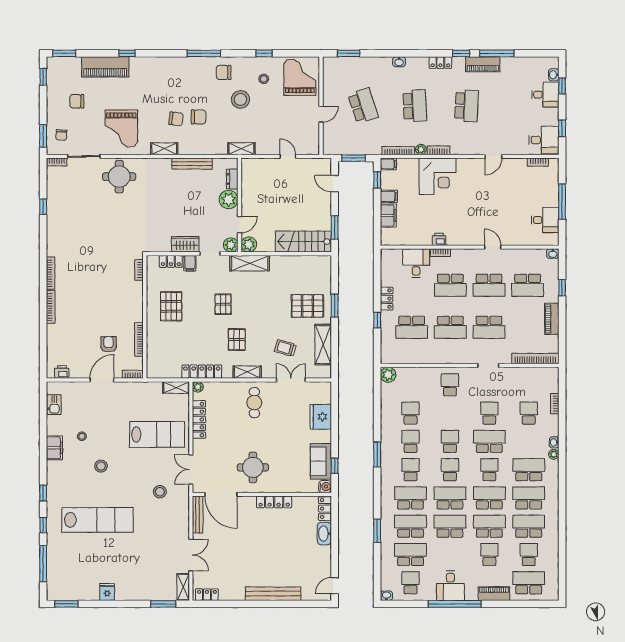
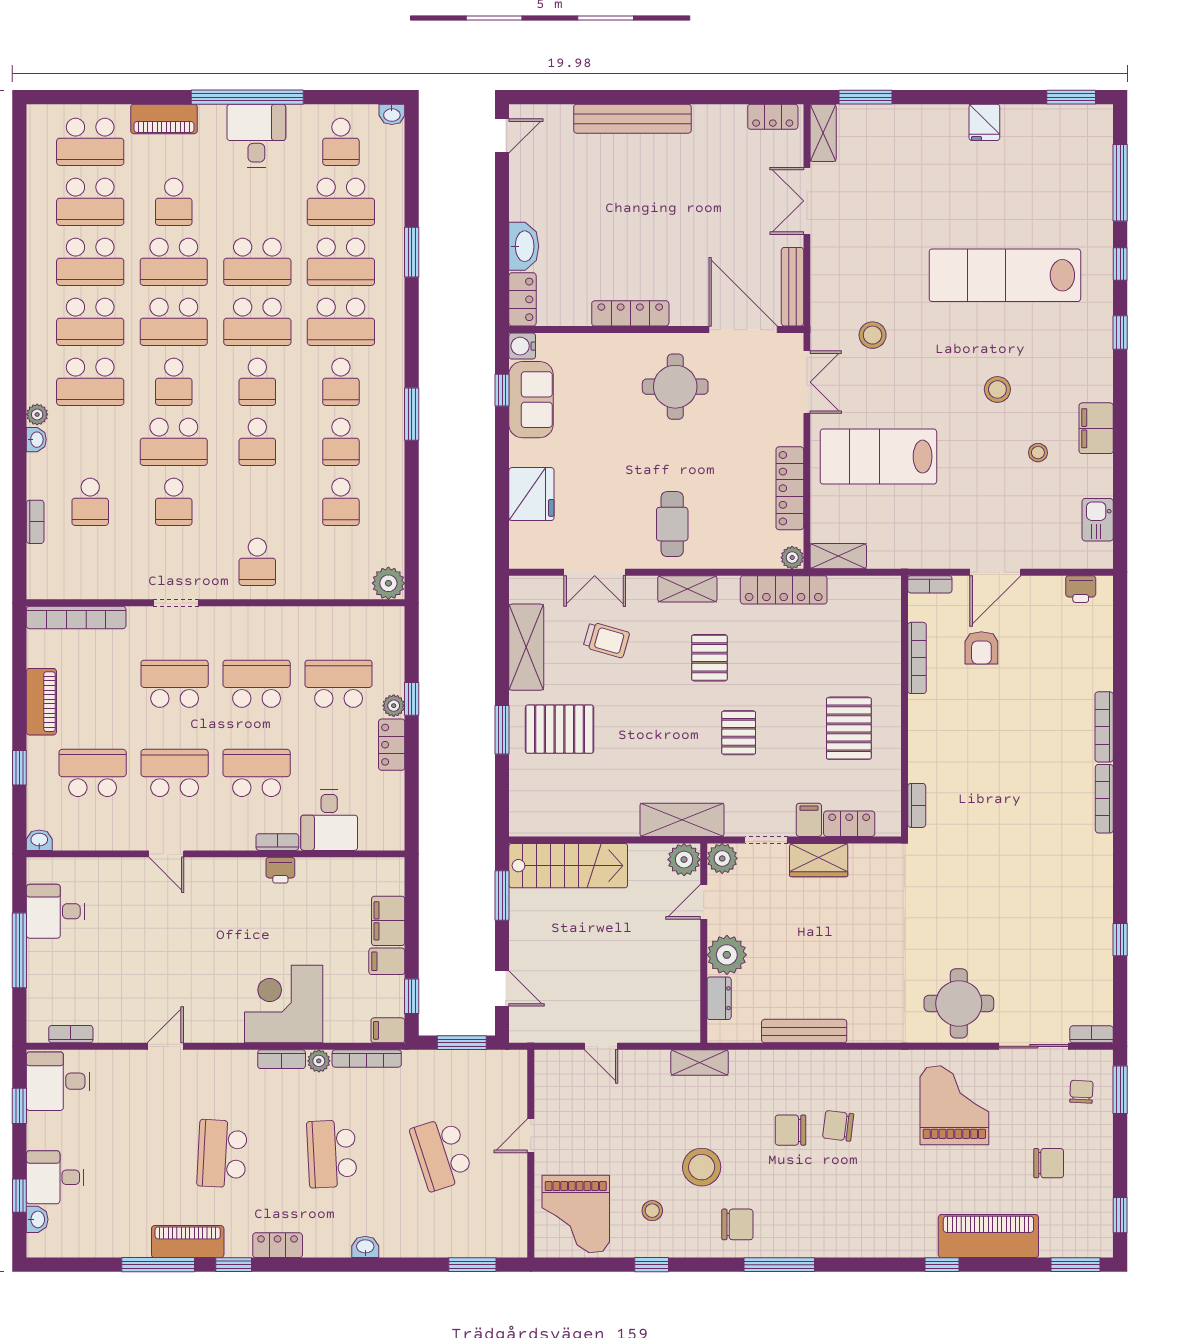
shelving: (164, 149) -> (863, 1063), removed
plant: (386, 317) -> (394, 706), added
school desk: (529, 555) -> (90, 202), width x1.85

